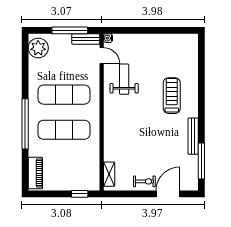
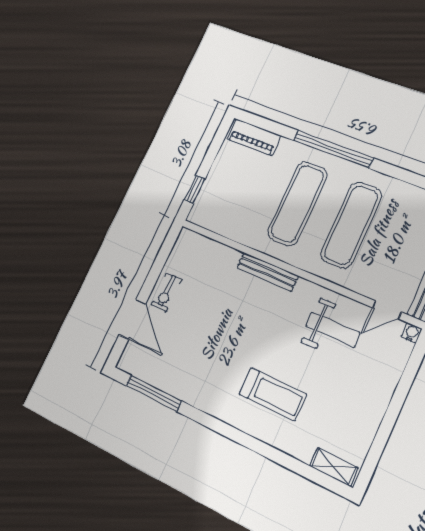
bench: (193, 136) -> (267, 272), moved
shelving: (109, 174) -> (334, 467), moved

